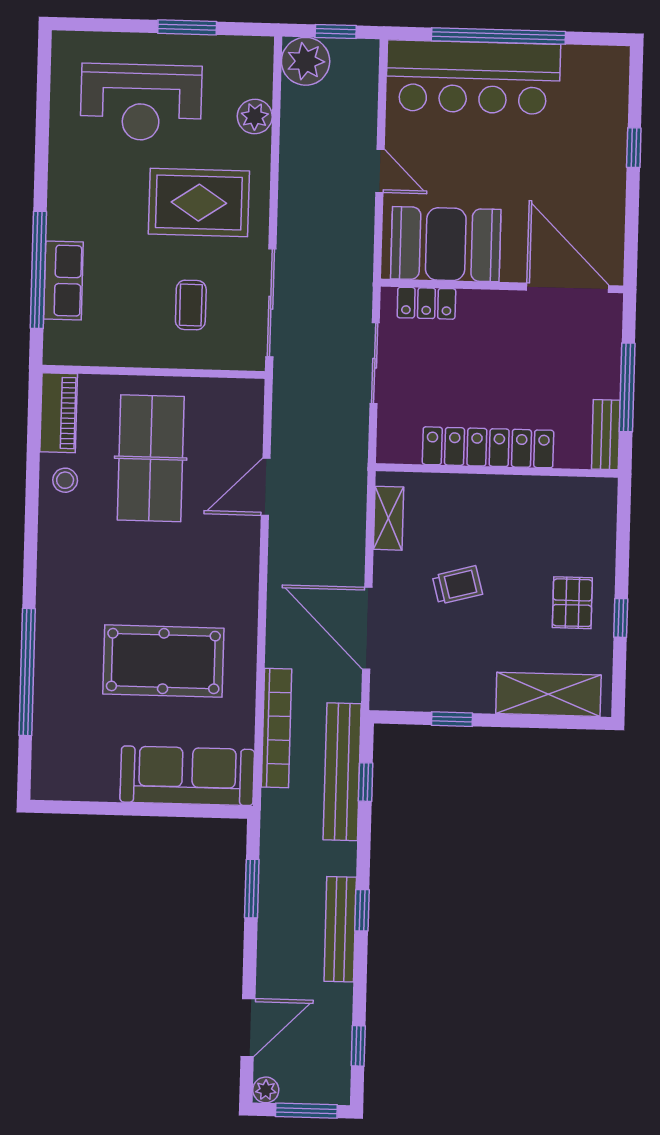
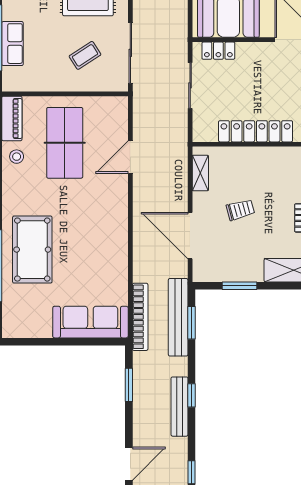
coffee table: (191, 305) -> (85, 55), turned 57
pool table: (163, 661) -> (32, 250), moved, turned 90
window: (452, 719) -> (239, 286), width x1.50
bookcase: (276, 728) -> (140, 317), moved
window: (366, 782) -> (192, 323), width x1.50

